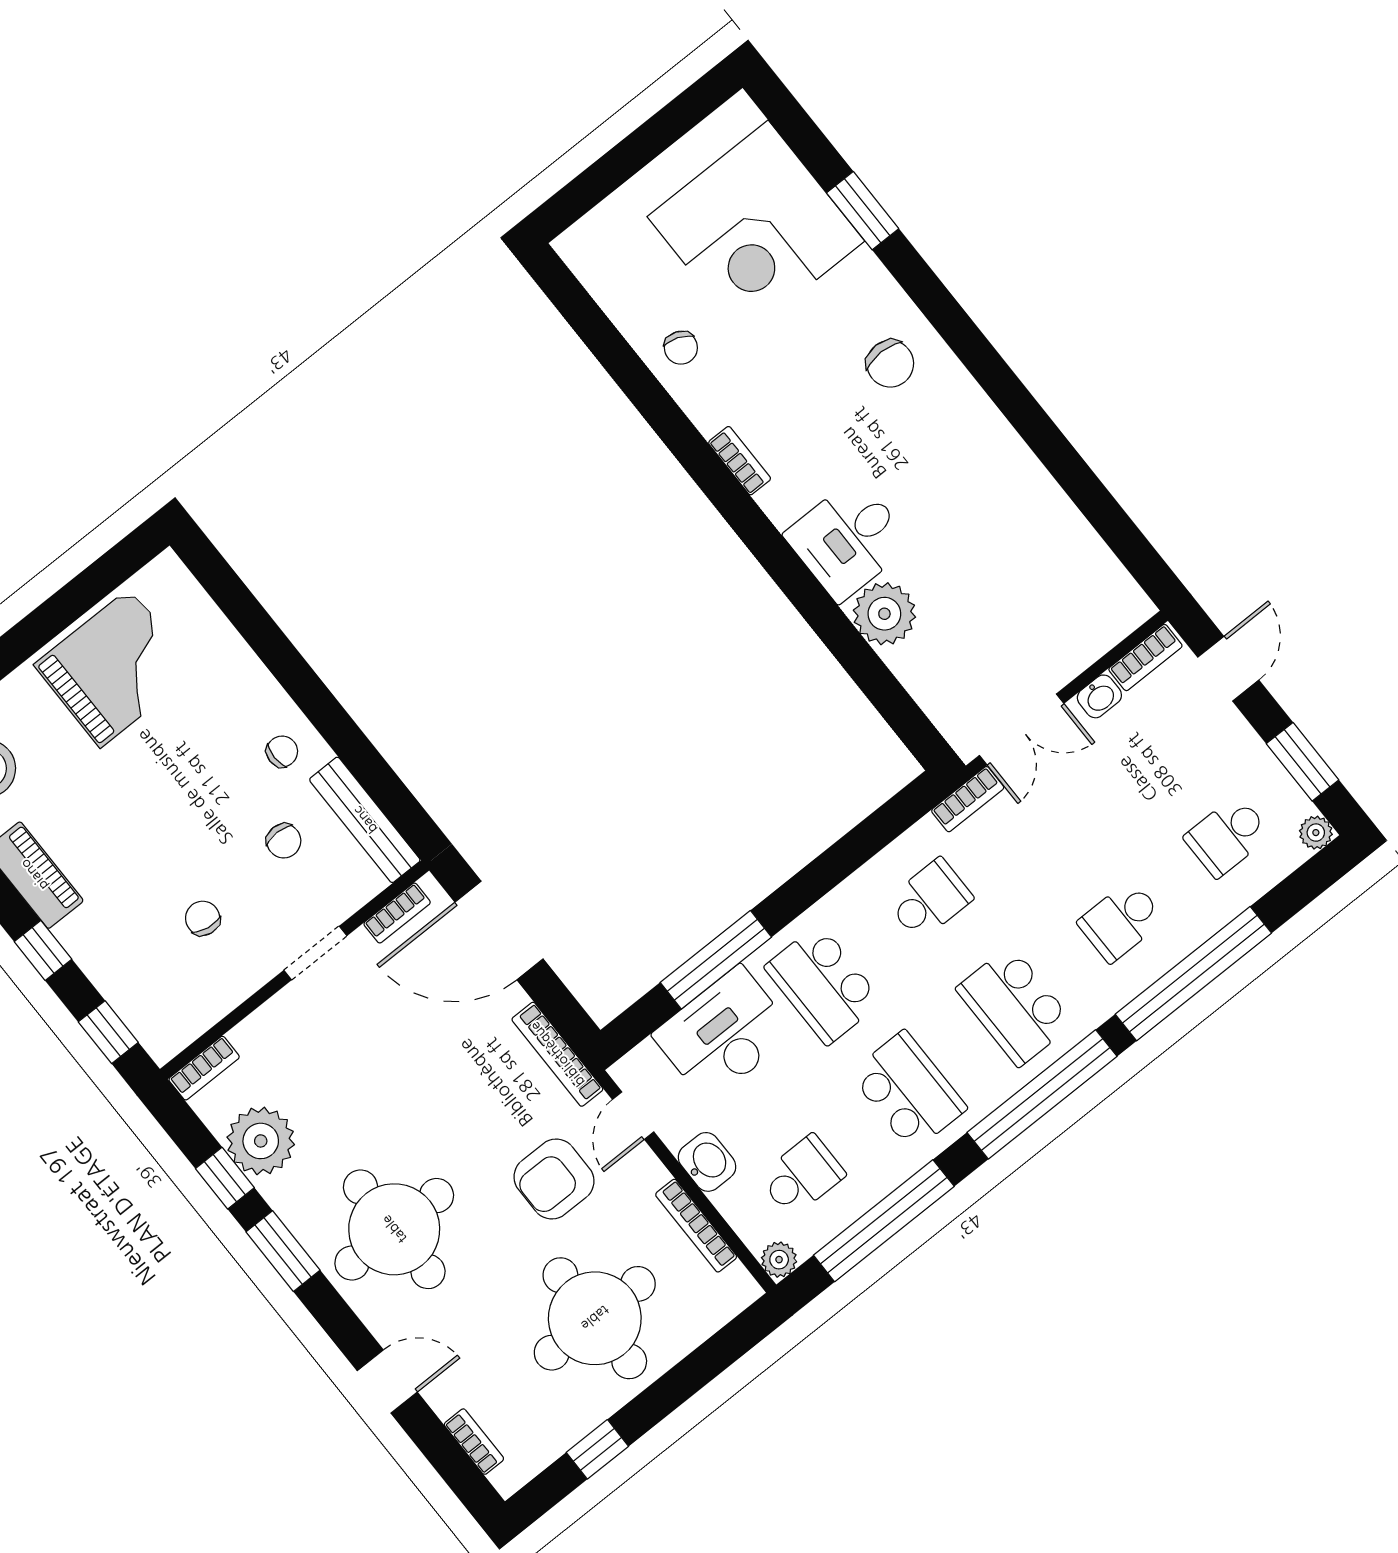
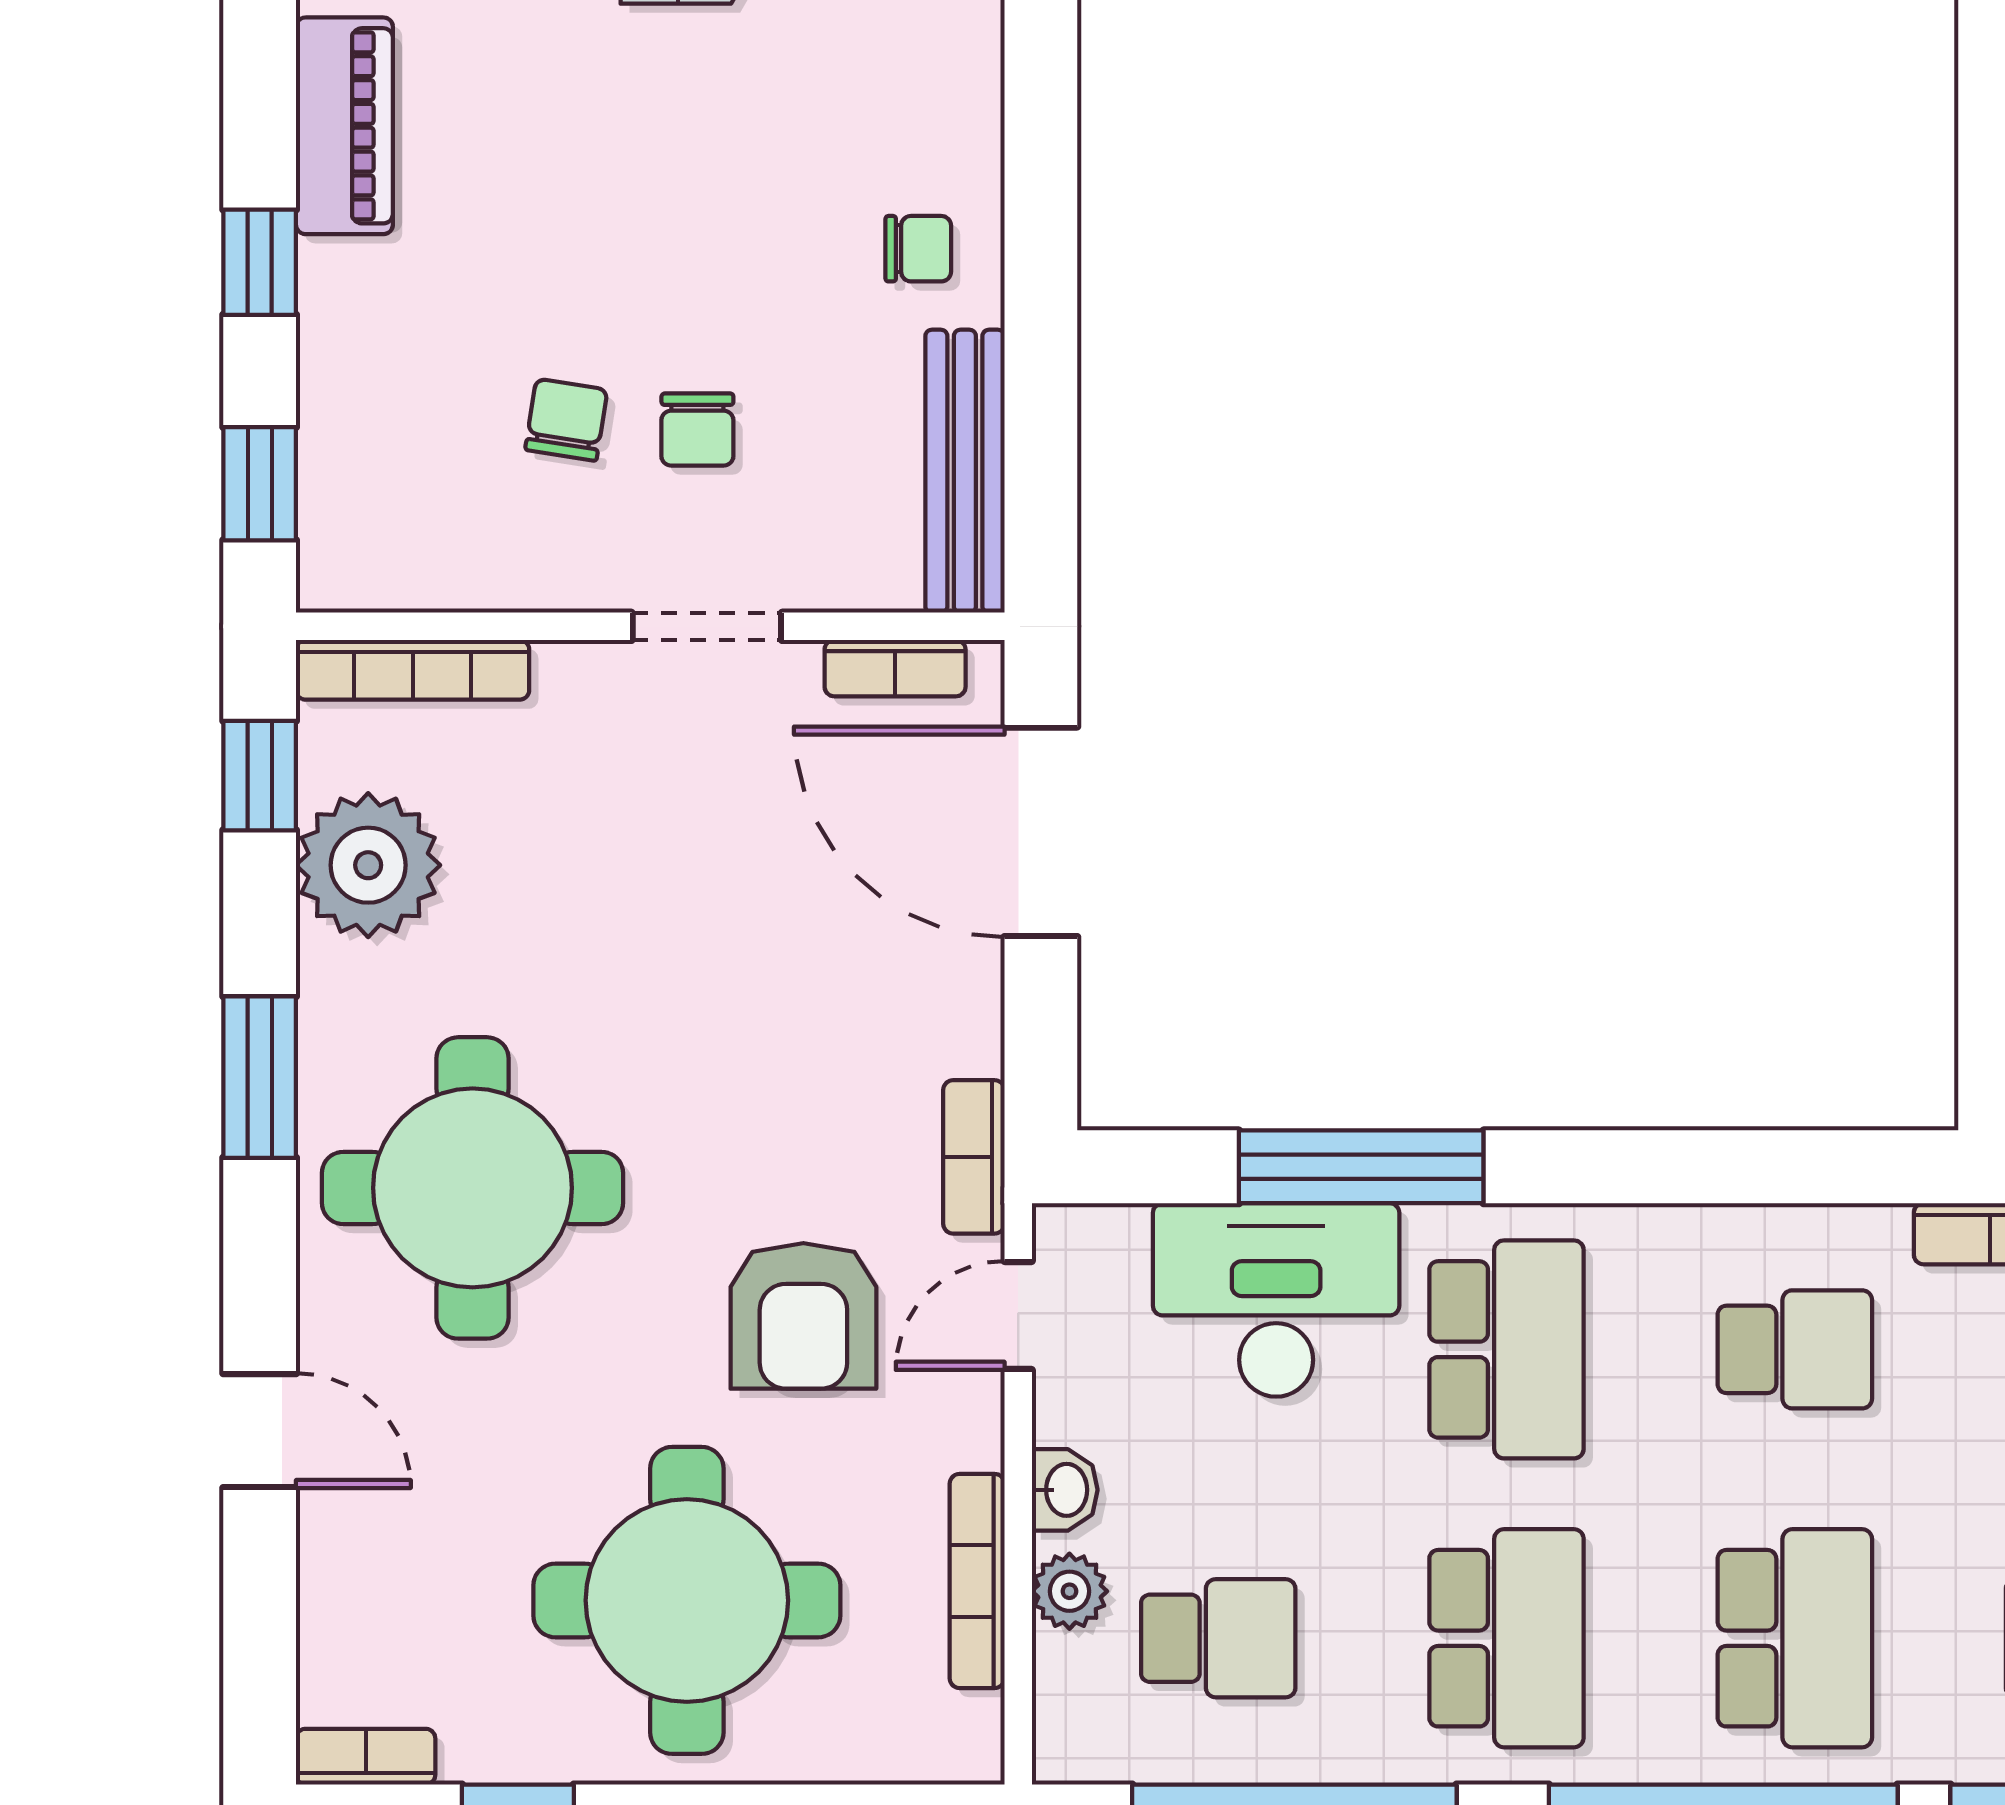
chair: (284, 841) -> (697, 429), moved
school desk: (823, 984) -> (1507, 1349), turned 180
school desk: (1015, 1006) -> (1795, 1638), turned 180
bookcase: (557, 1054) -> (974, 1157), width x0.64
bookcase: (204, 1068) -> (413, 670), width x1.56
washbasin: (707, 1162) -> (1065, 1490), width x0.72, depth x0.69
window: (225, 1178) -> (260, 776), moved
armchair: (554, 1179) -> (803, 1316), turned -90
plant: (779, 1260) -> (1069, 1591), moved
bookcase: (474, 1442) -> (366, 1757), moved, turned -90

